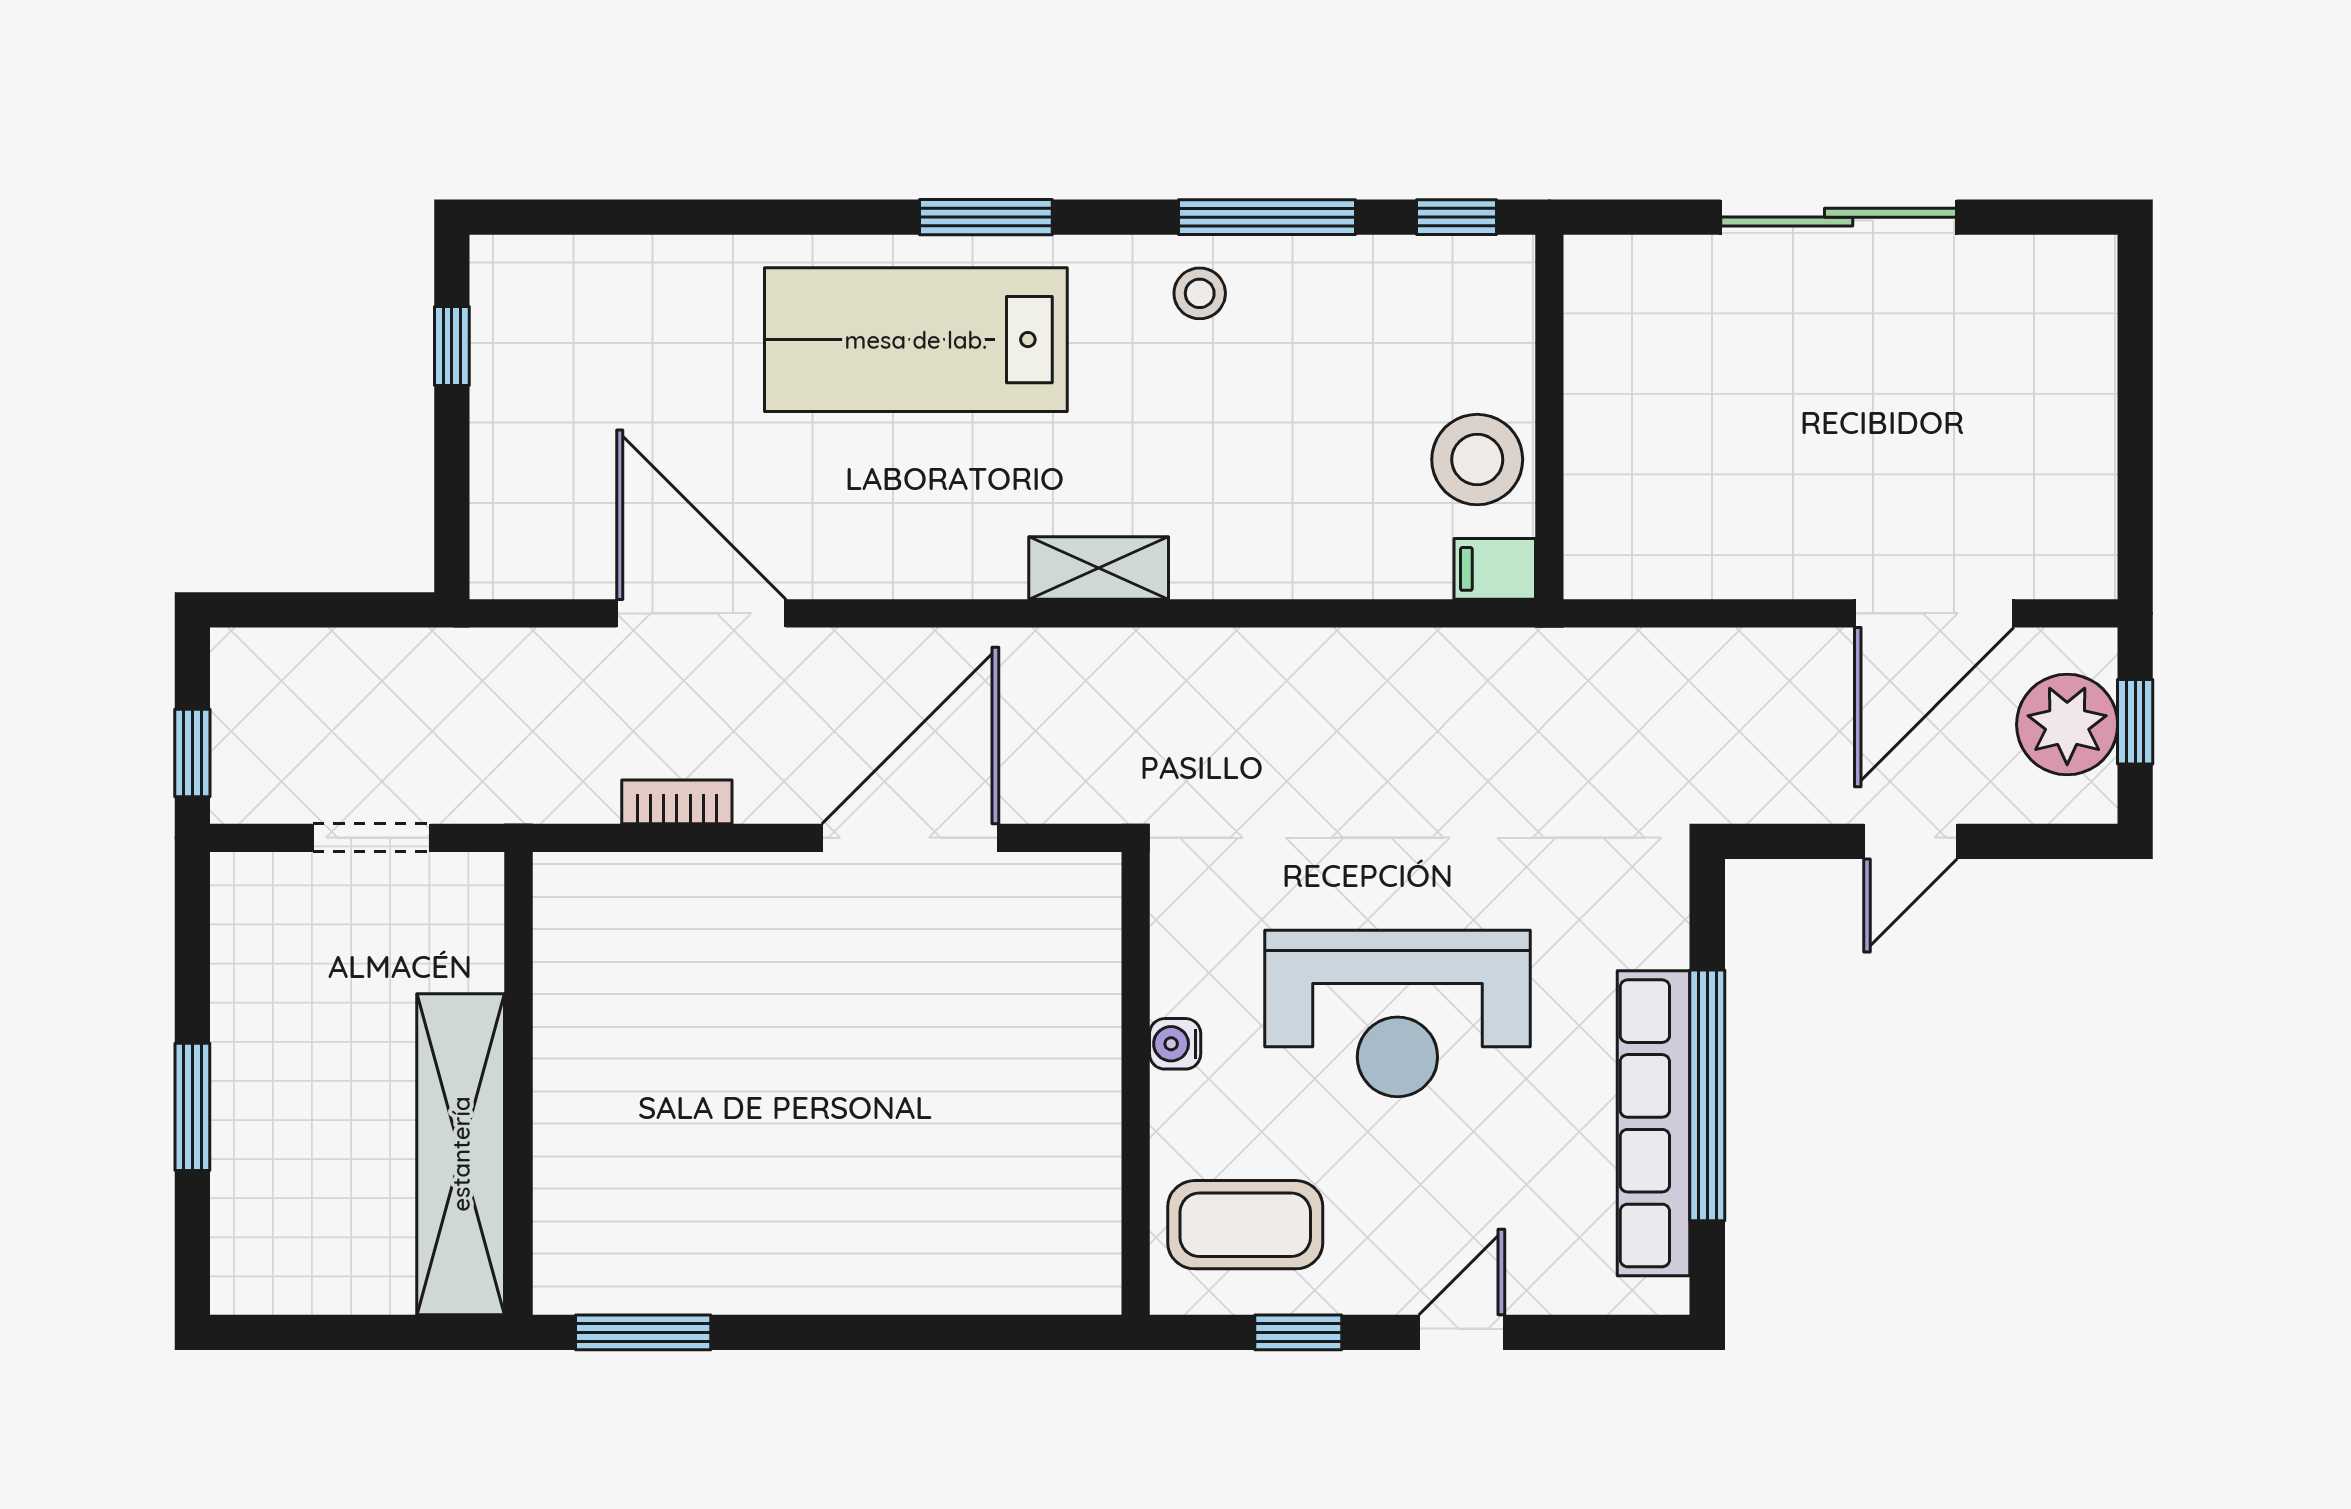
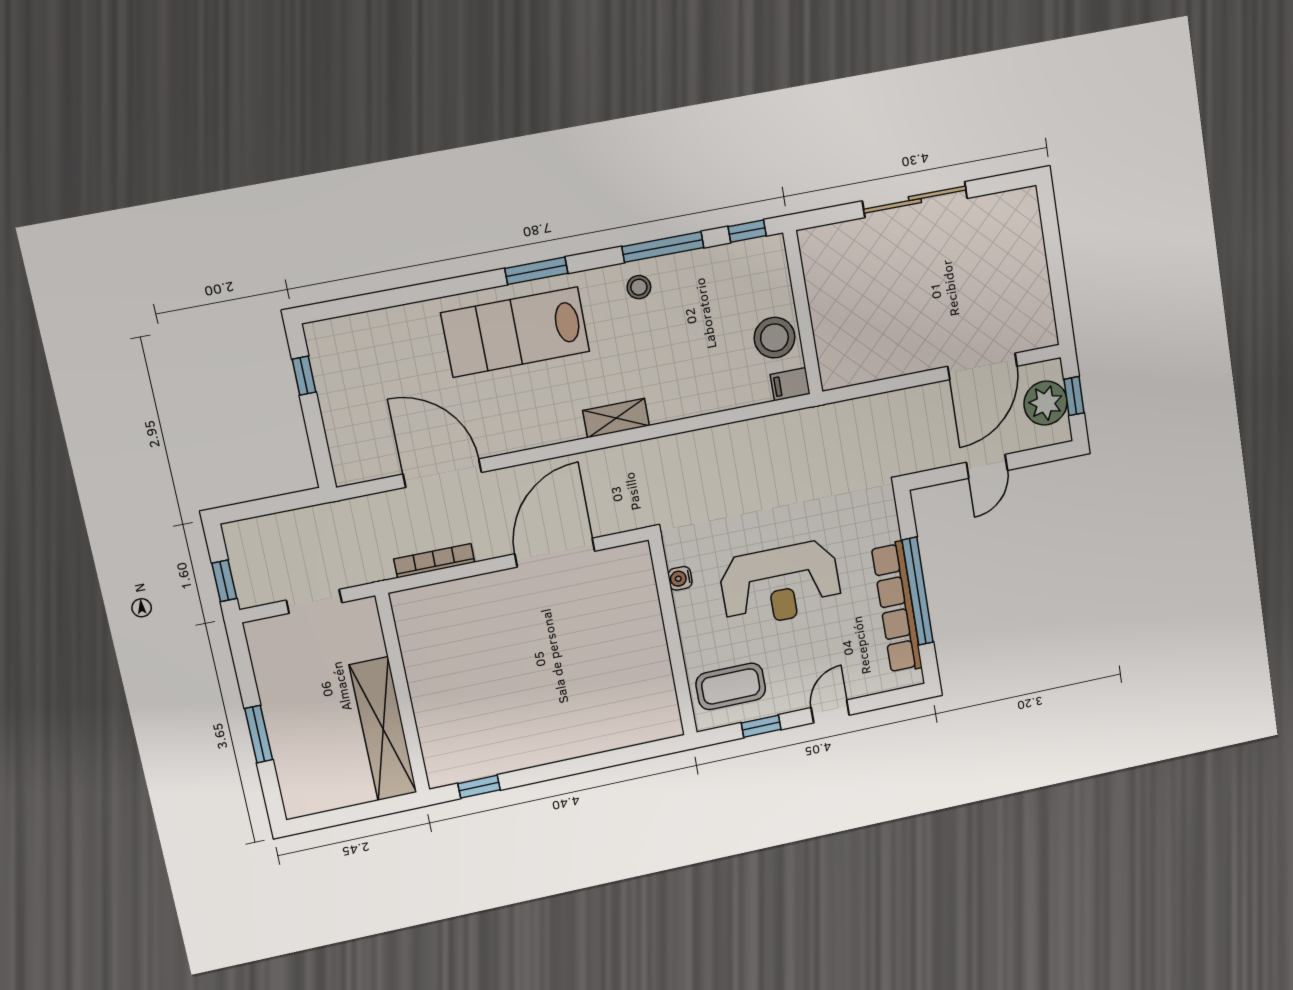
bookcase: (677, 802) -> (434, 561), width x1.56
water cooler: (1175, 1044) -> (680, 578), moved
window: (643, 1332) -> (479, 787), width x0.67

